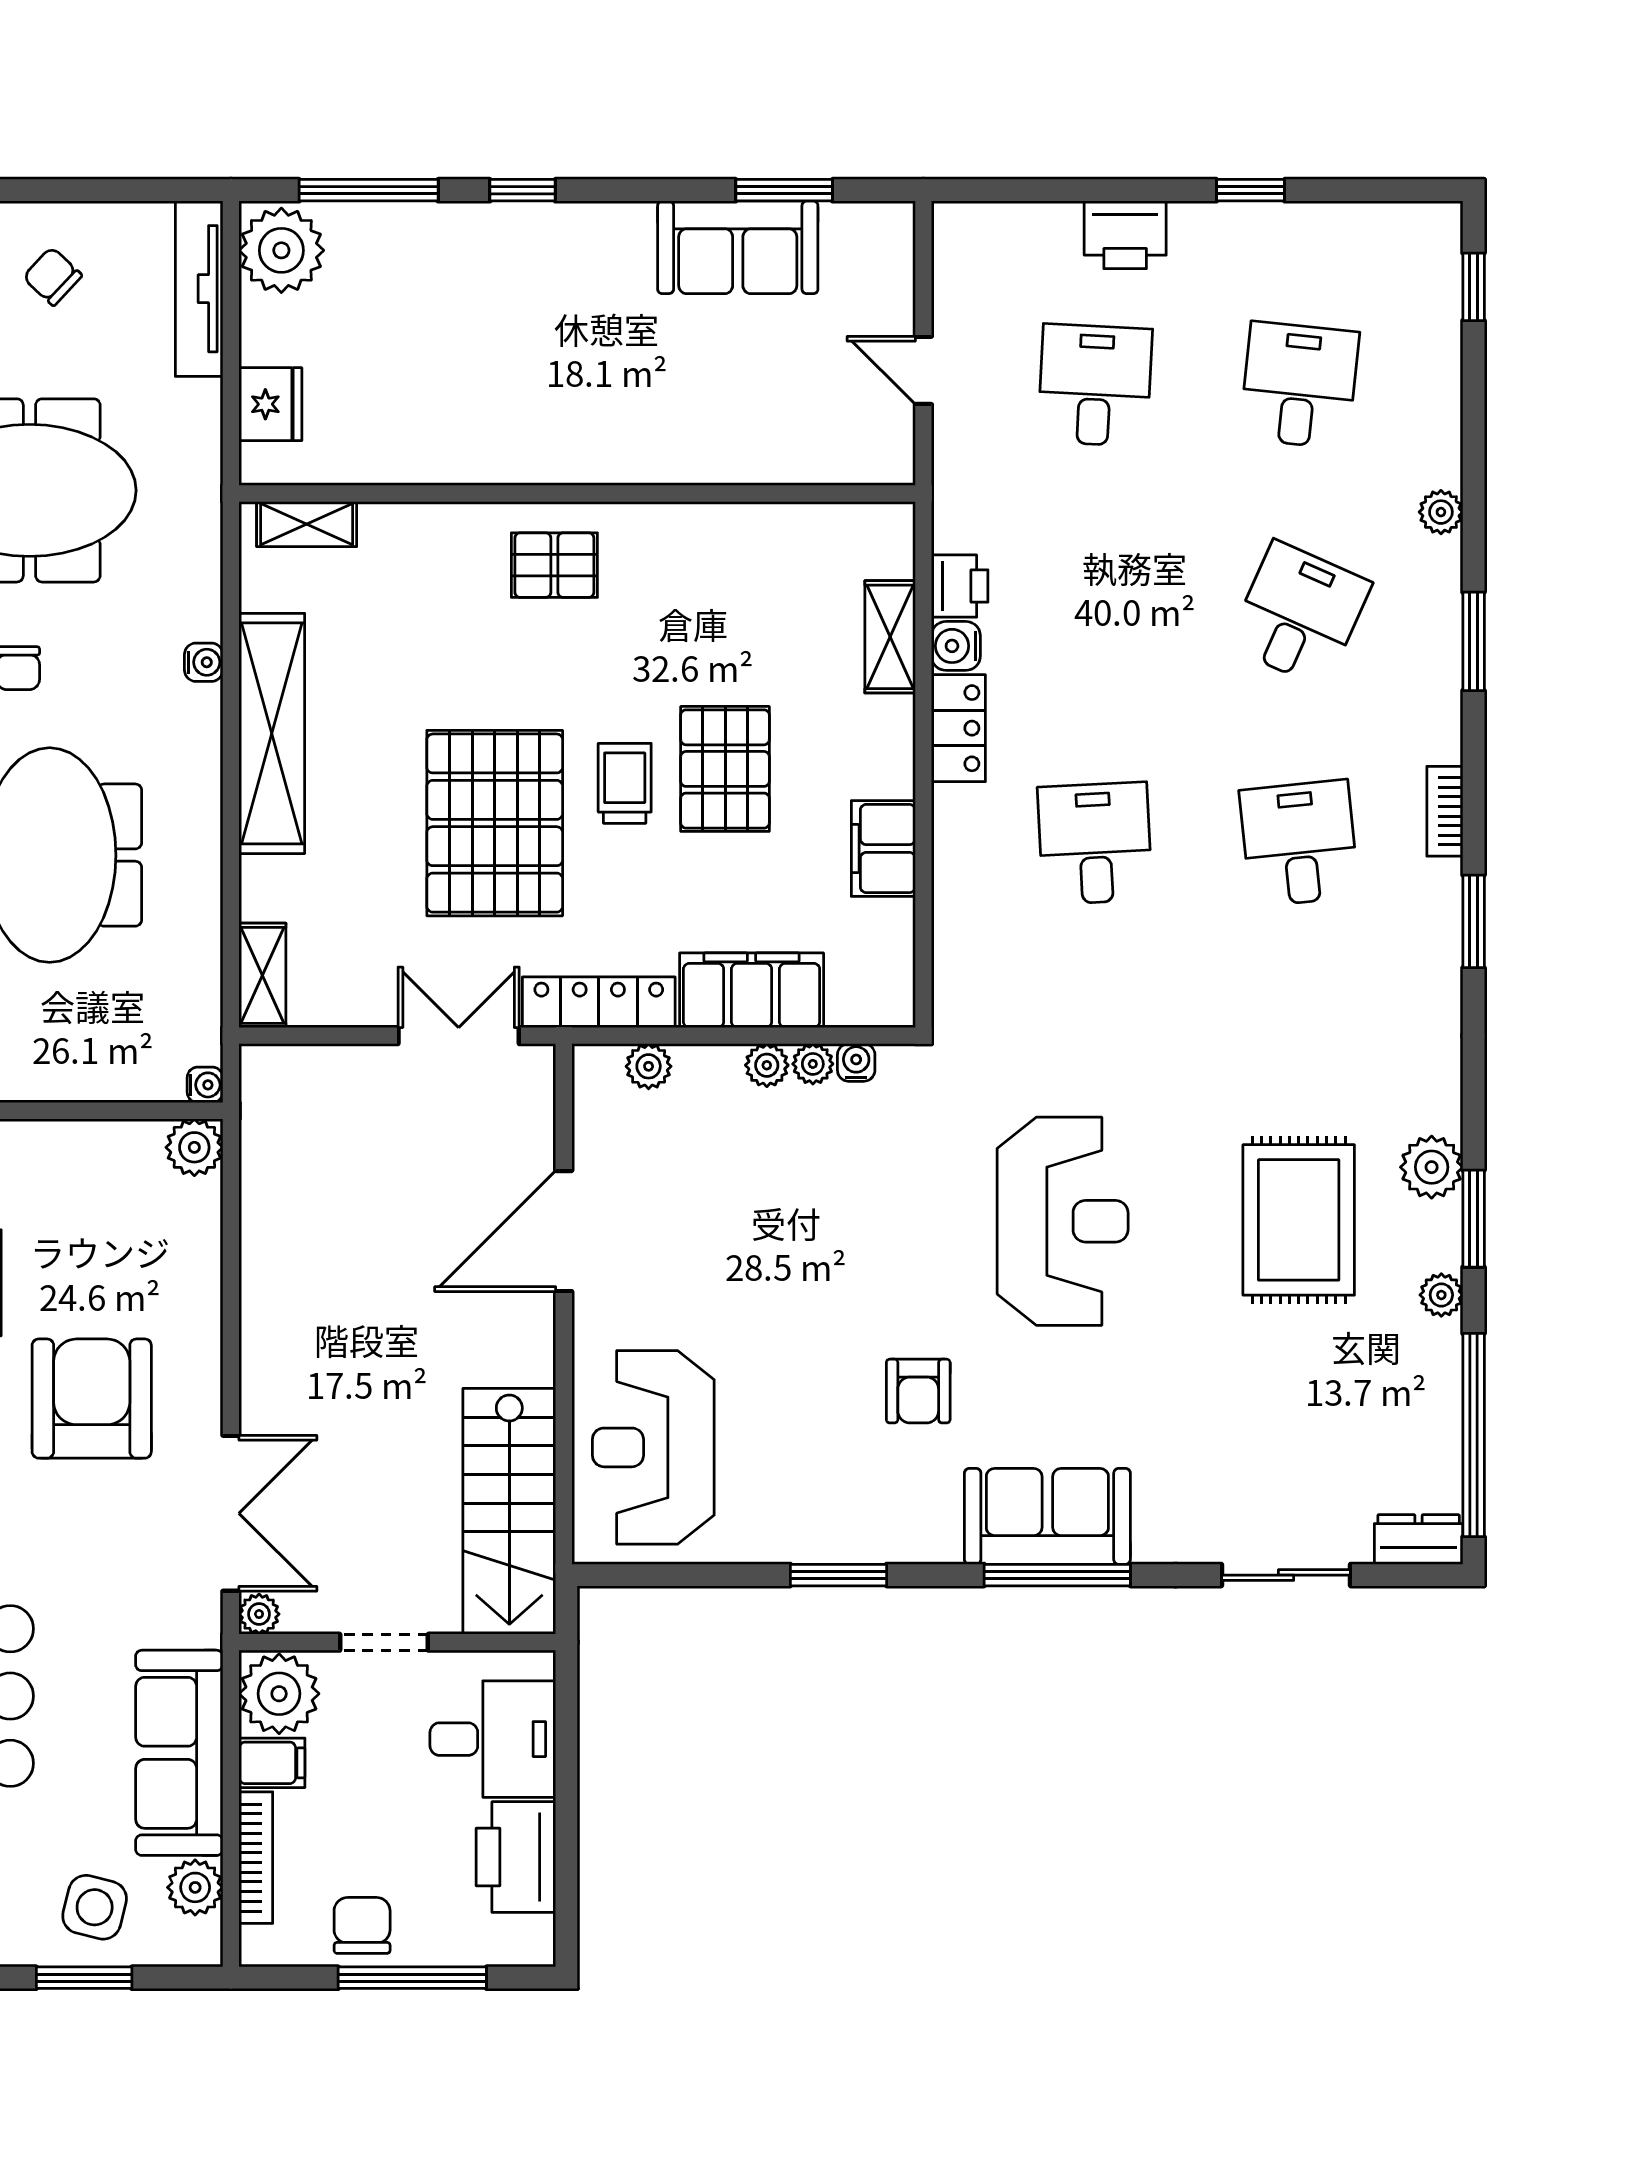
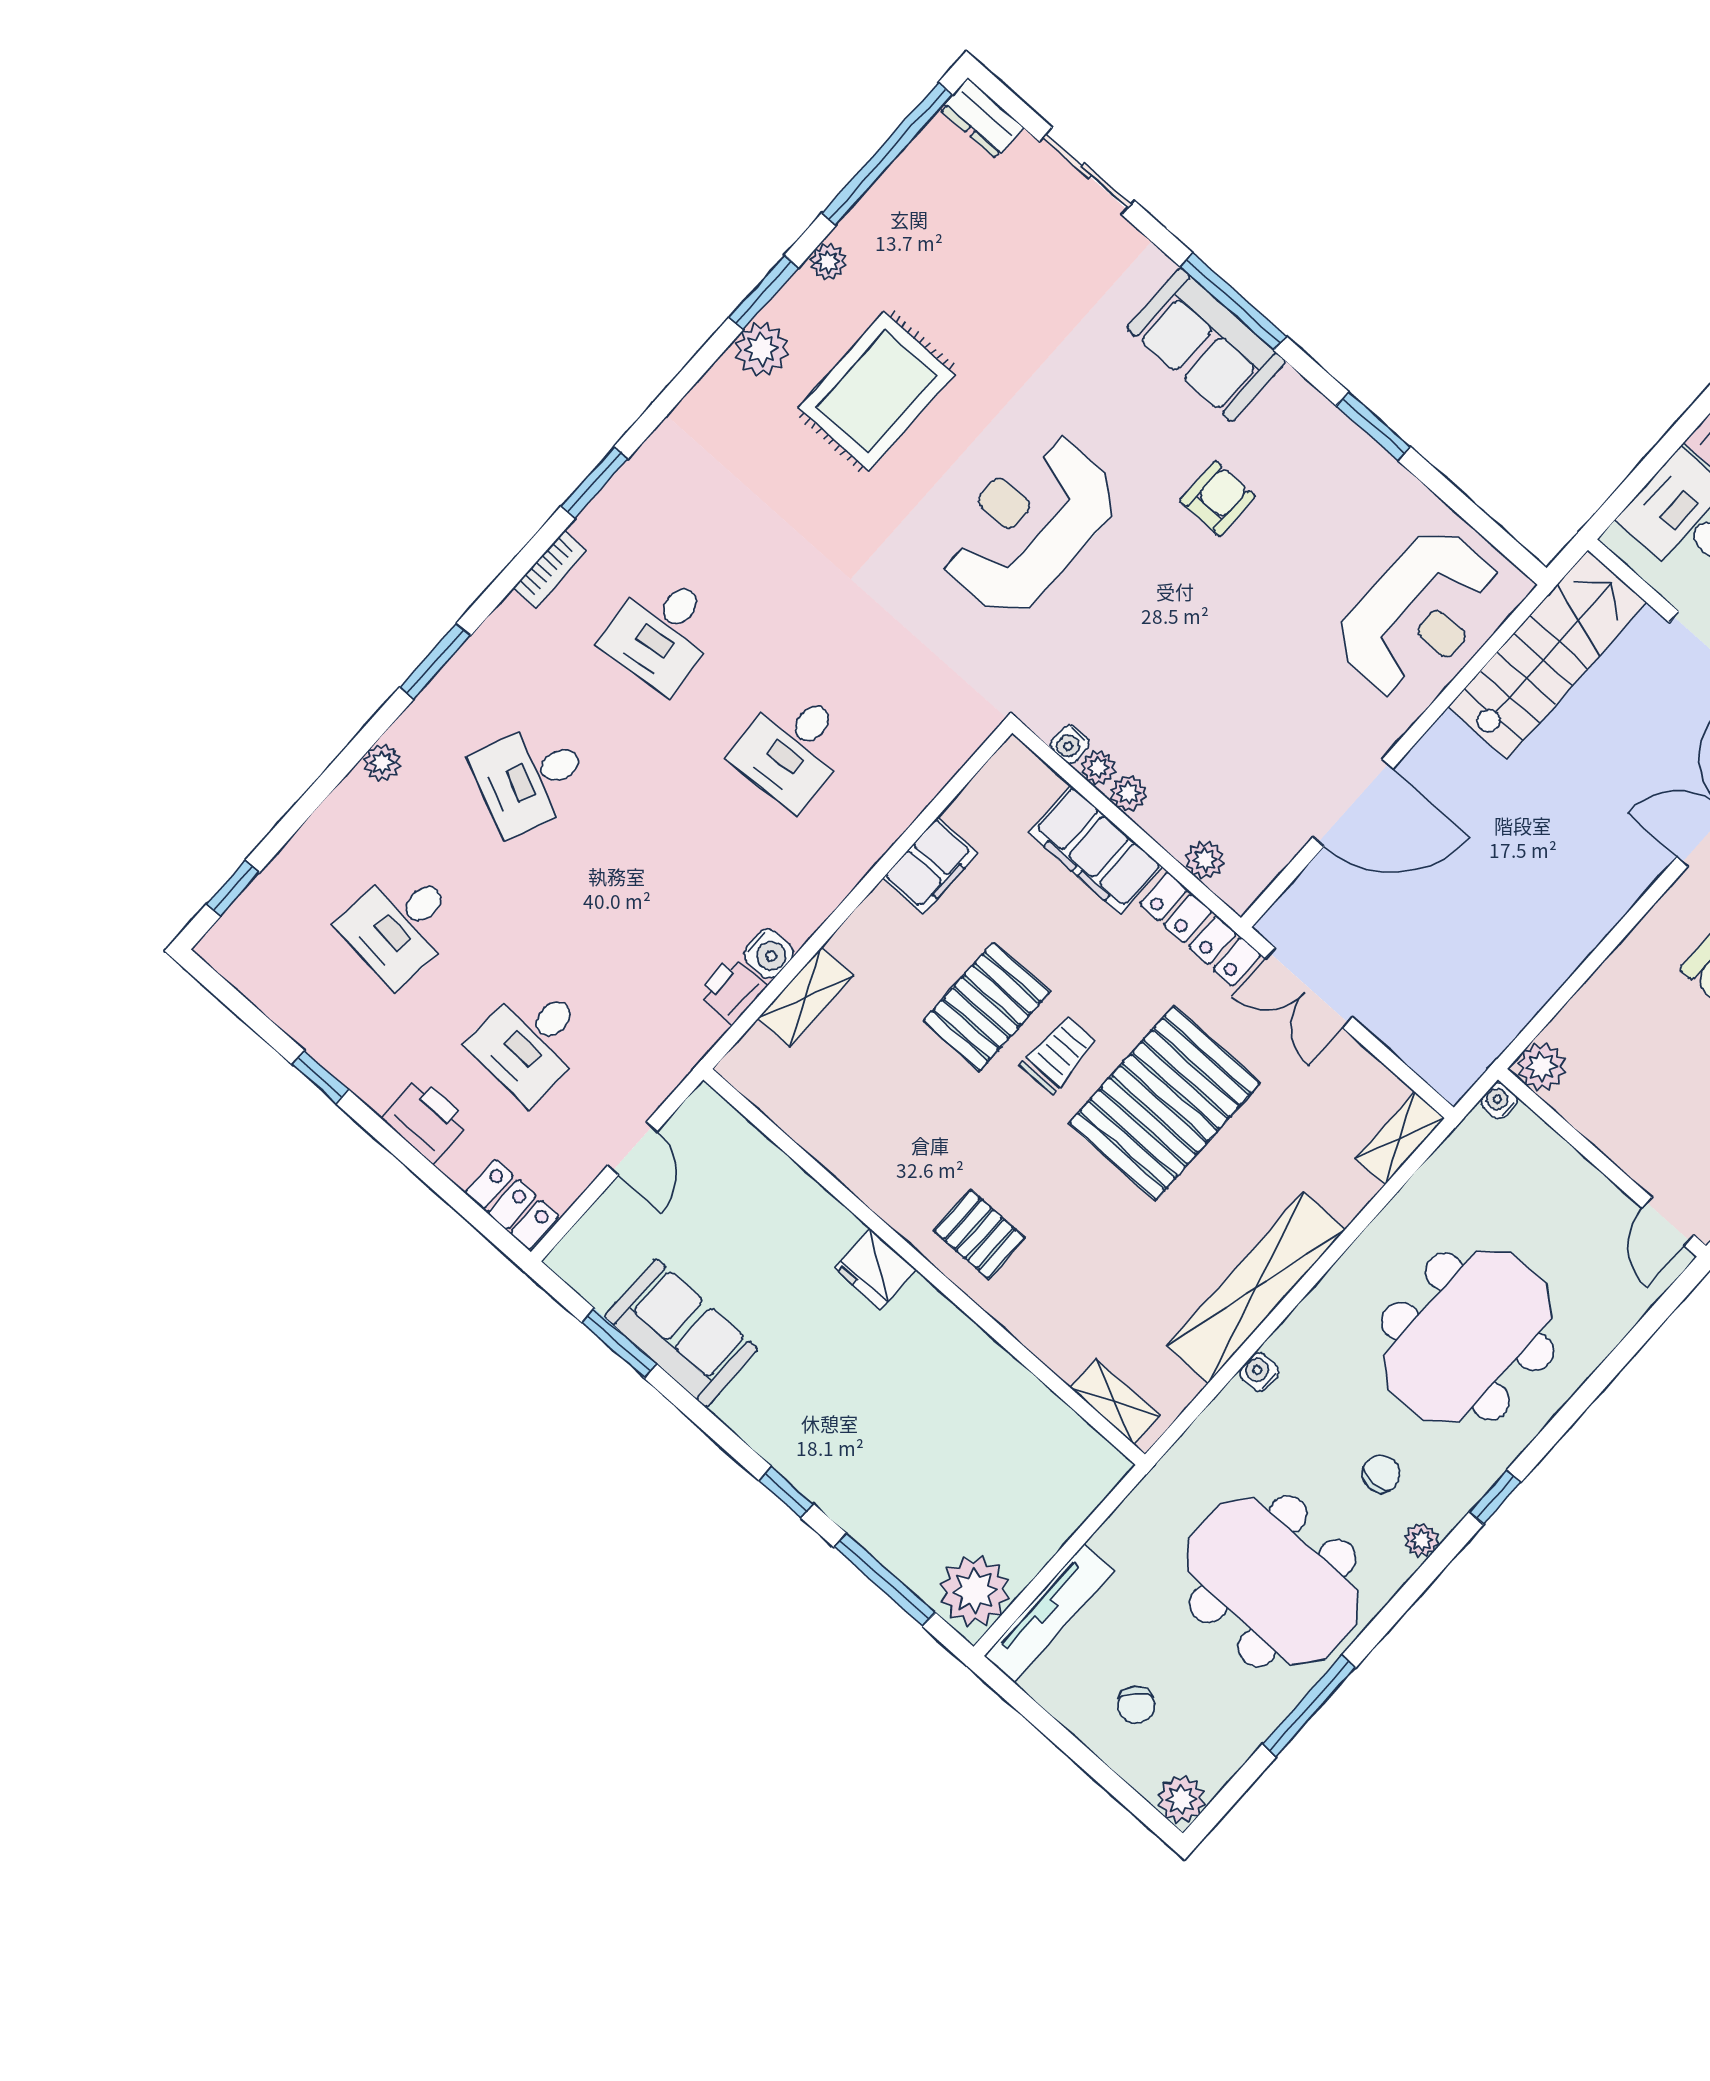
fridge: (270, 404) -> (875, 1269), moved, turned -90
locker: (958, 728) -> (512, 1204), moved, turned 90
trolley: (625, 783) -> (1059, 1055), turned 180

